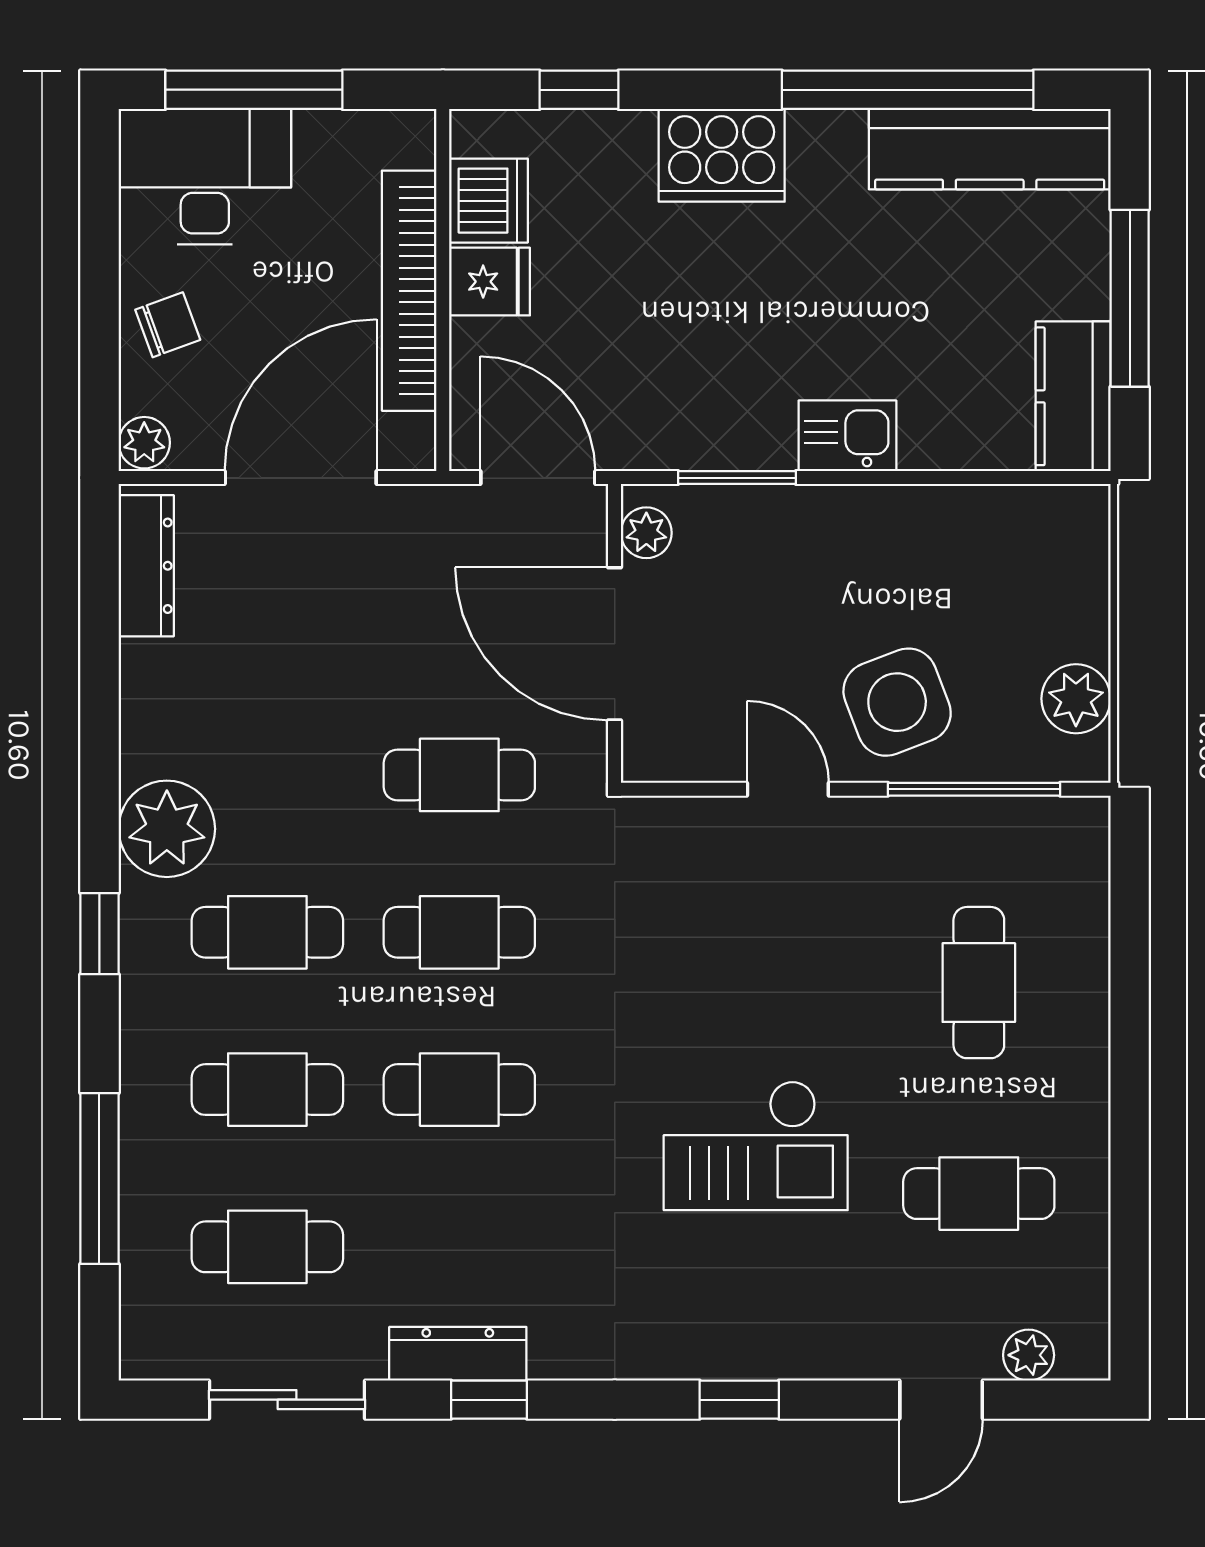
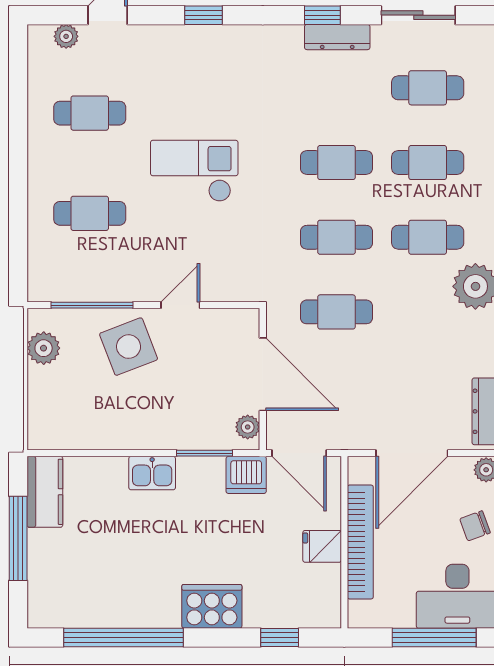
kitchen counter: (990, 149) -> (85, 609), removed
dishwasher: (489, 201) -> (246, 475), moved, turned -90
door: (788, 789) -> (180, 305), swing flipped
cafe table: (979, 983) -> (90, 213), turned 90
checkout: (756, 1146) -> (194, 171), moved

